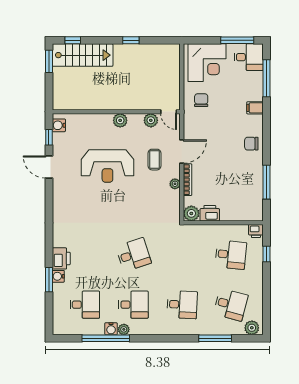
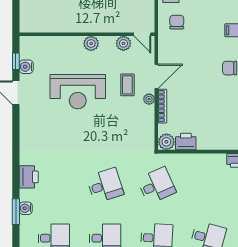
water cooler: (59, 125) -> (26, 67), moved
plant: (175, 184) -> (149, 99), moved
desk: (231, 255) -> (157, 185), moved, turned -30
printer: (61, 258) -> (29, 177), moved

